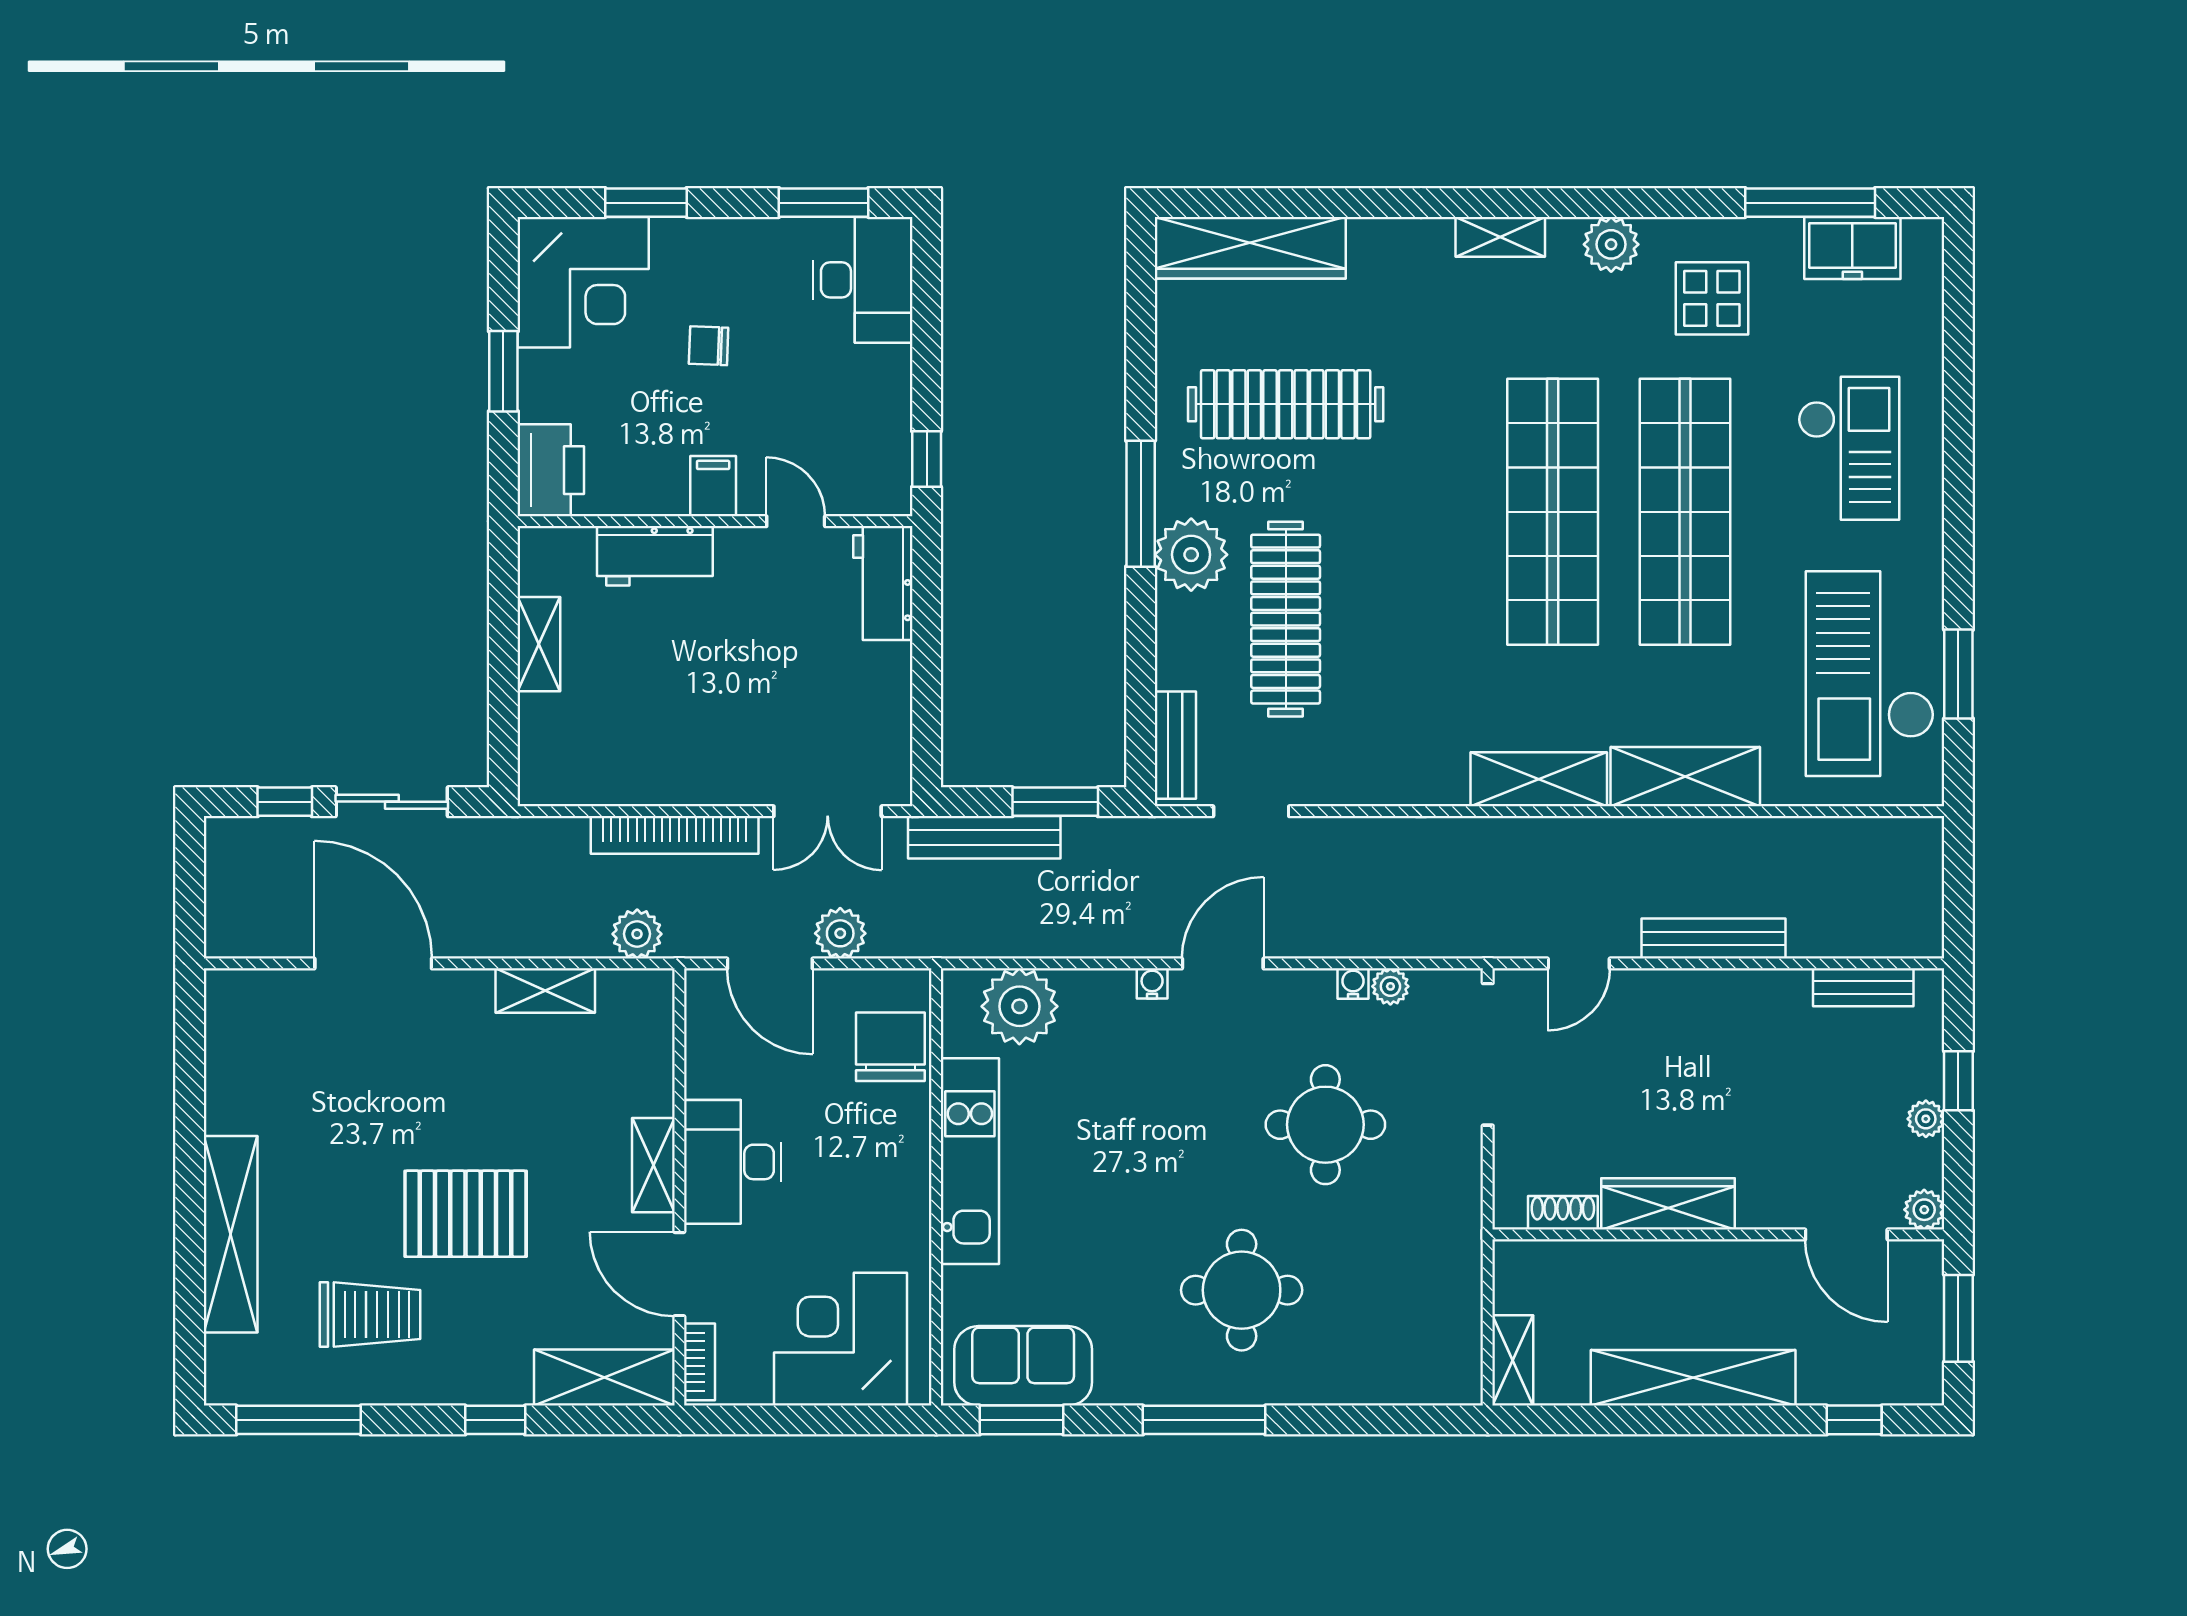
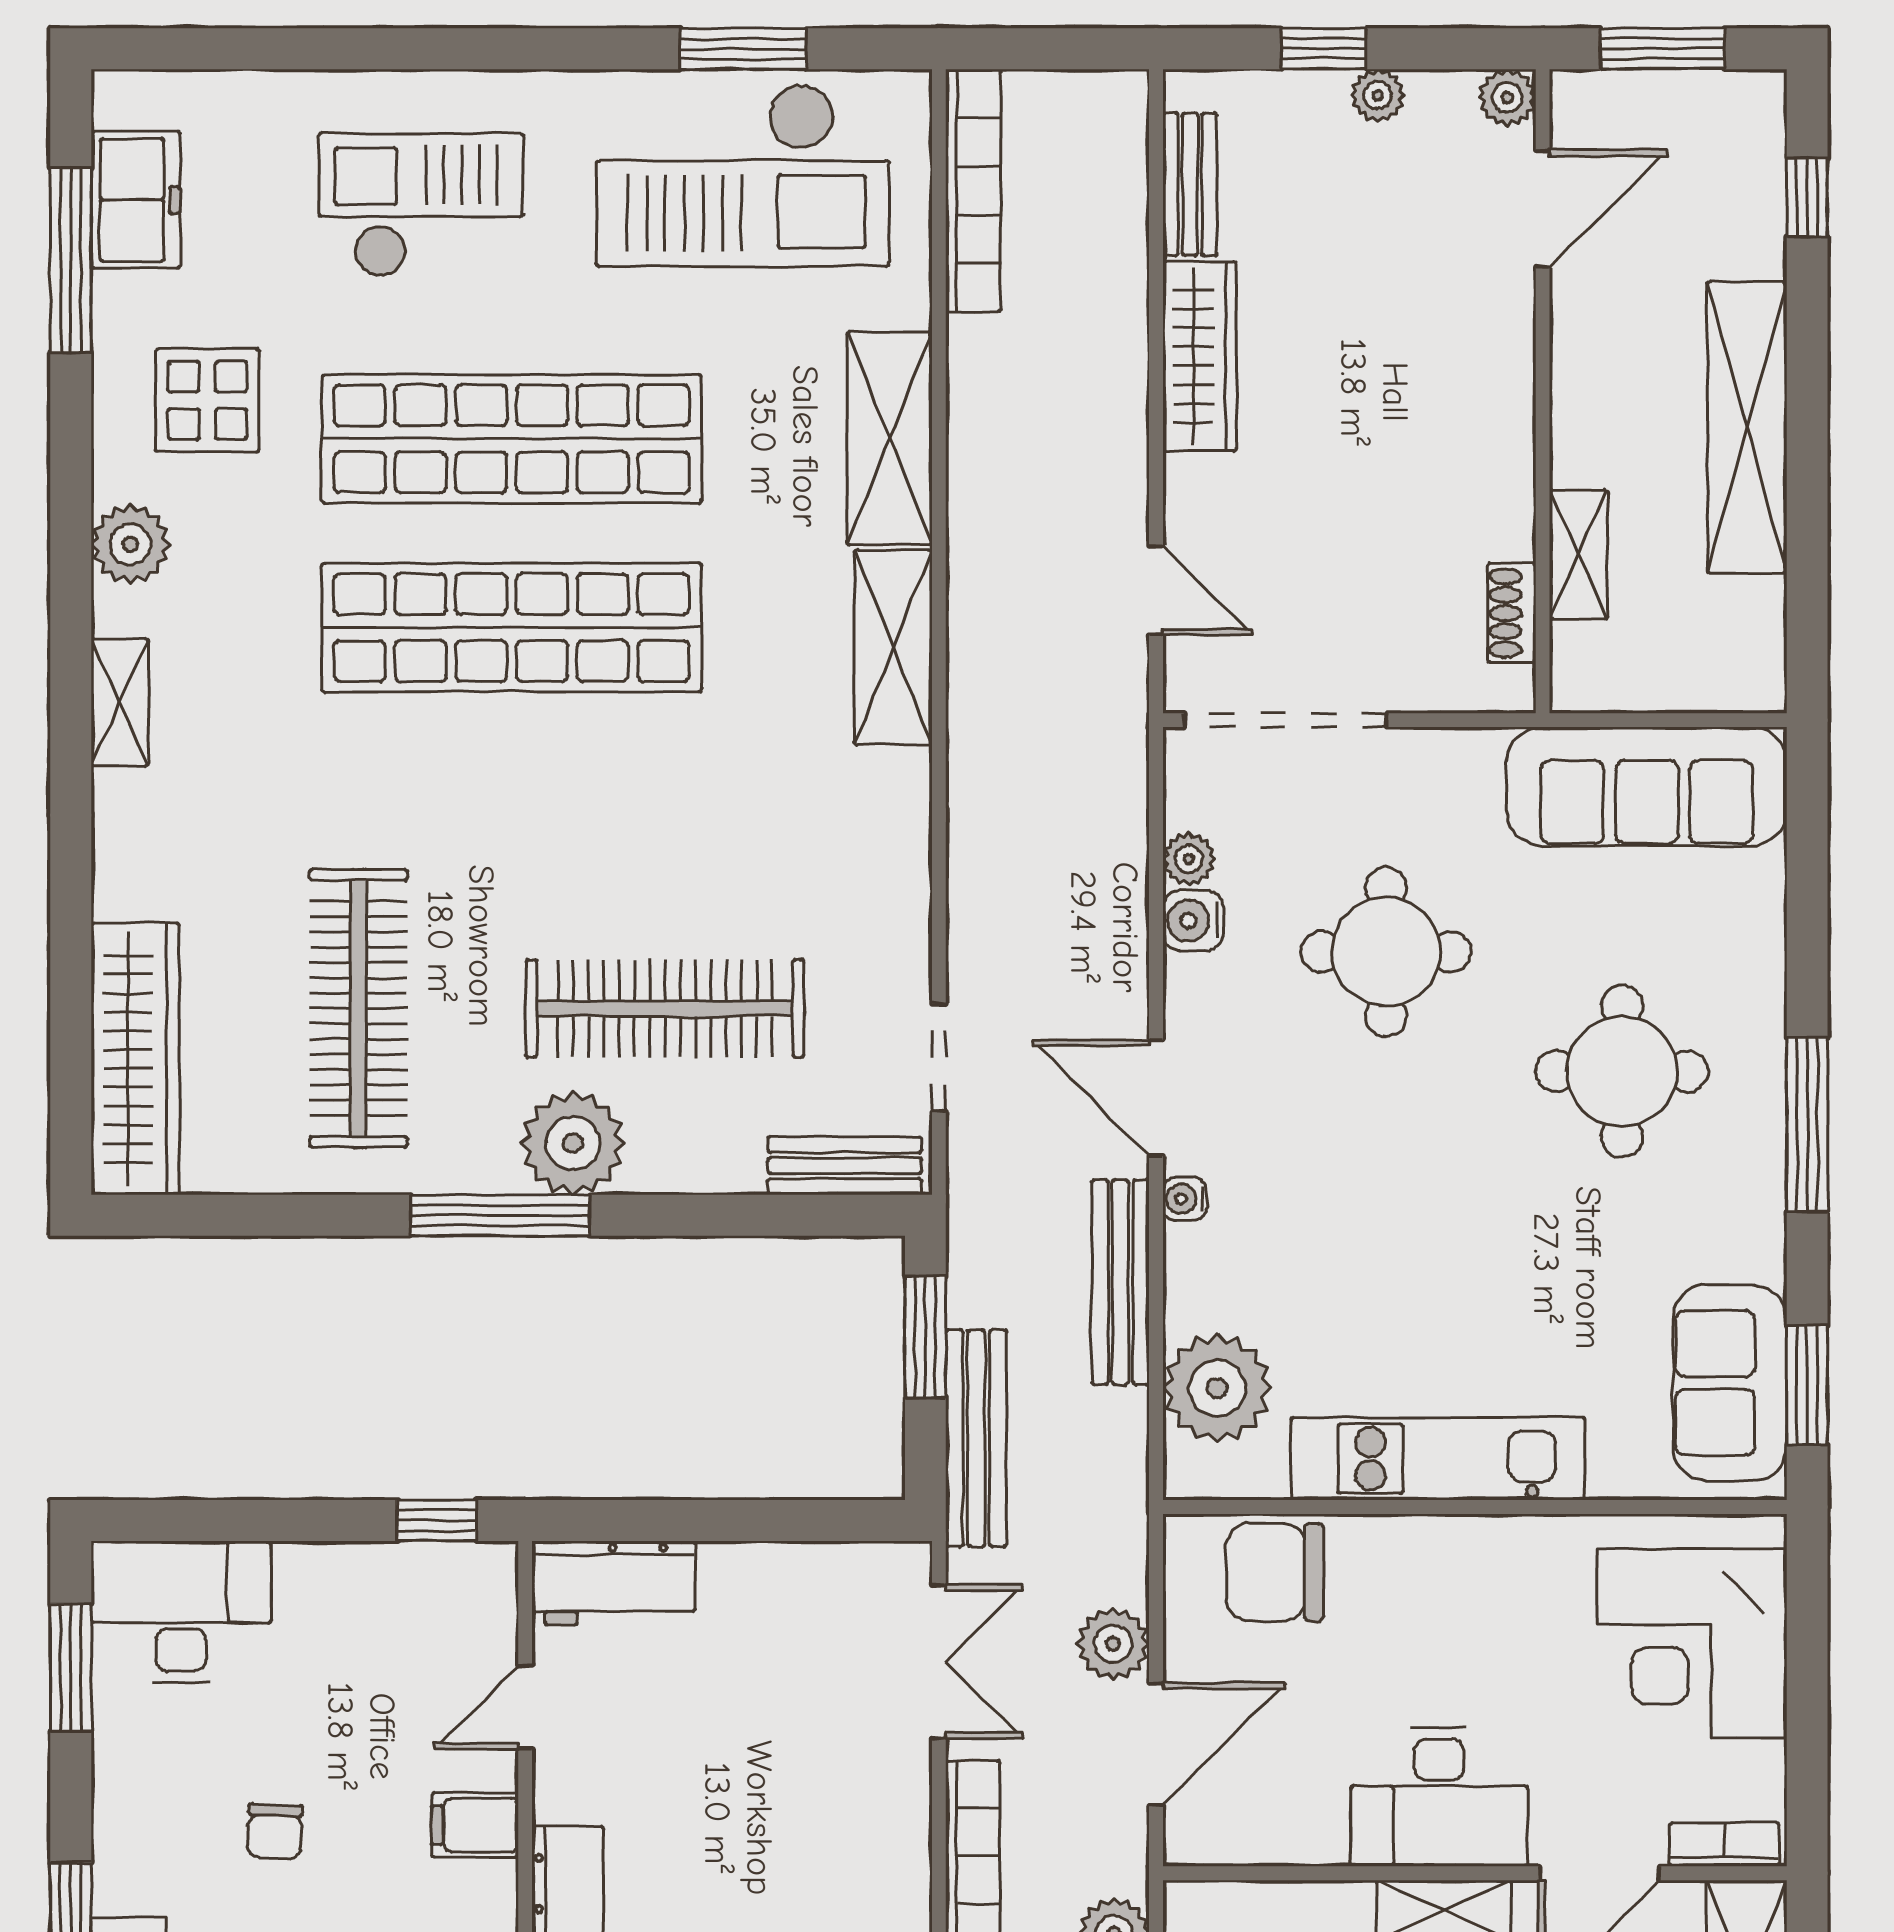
bookcase: (1859, 835) -> (973, 190), added
bench: (1714, 939) -> (1120, 1282), moved
water cooler: (1353, 983) -> (1193, 921), width x1.38, depth x1.38
wardrobe: (1668, 1204) -> (1200, 356), moved, turned 180
sofa: (1441, 1307) -> (1647, 786), added
shelving: (1513, 1360) -> (1578, 554), moved, turned 90

